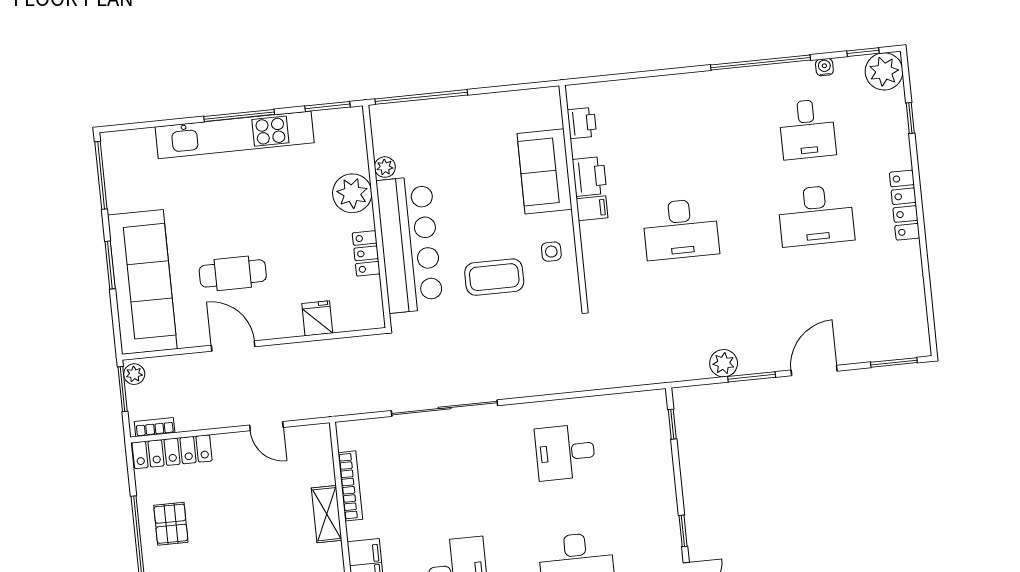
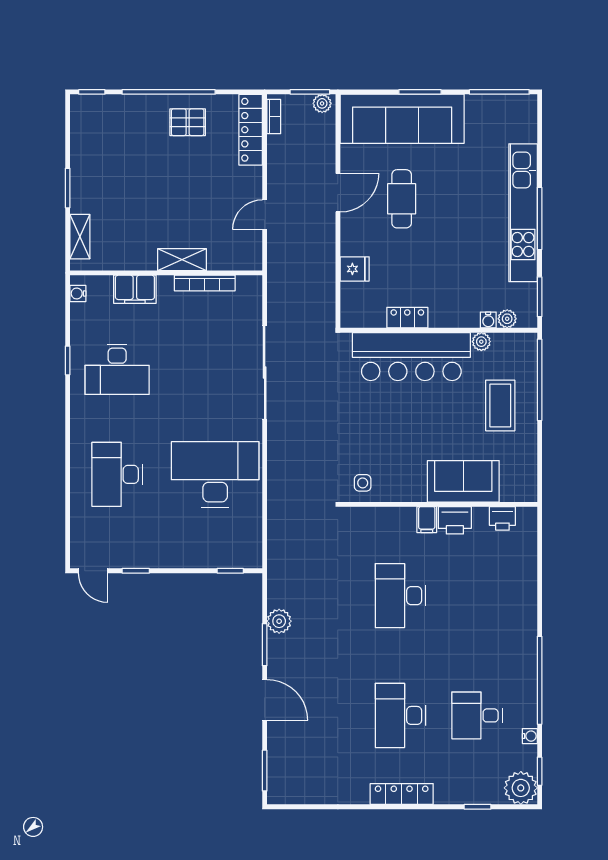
water cooler: (360, 162) -> (488, 320), added
plant: (352, 193) -> (507, 319), moved, width x0.53, depth x0.53
side table: (551, 252) -> (363, 483), moved
coffee table: (494, 277) -> (500, 405), moved
desk: (565, 452) -> (215, 474), width x1.87, depth x1.30

